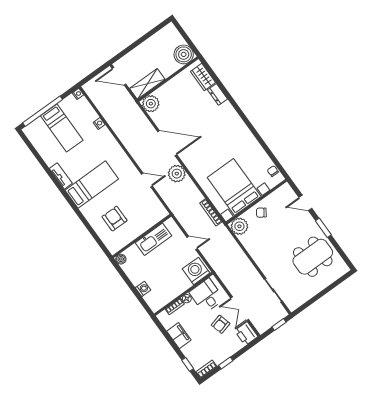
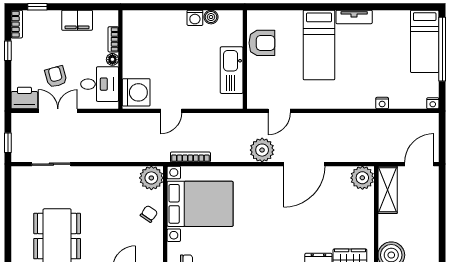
bed: (62, 128) -> (425, 41), moved, turned -90
wall: (142, 236) -> (245, 59), moved
kitchen sink: (153, 239) -> (232, 70), moved
washing machine: (143, 289) -> (195, 18), moved

